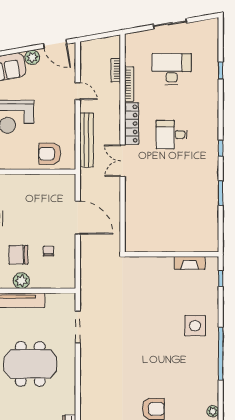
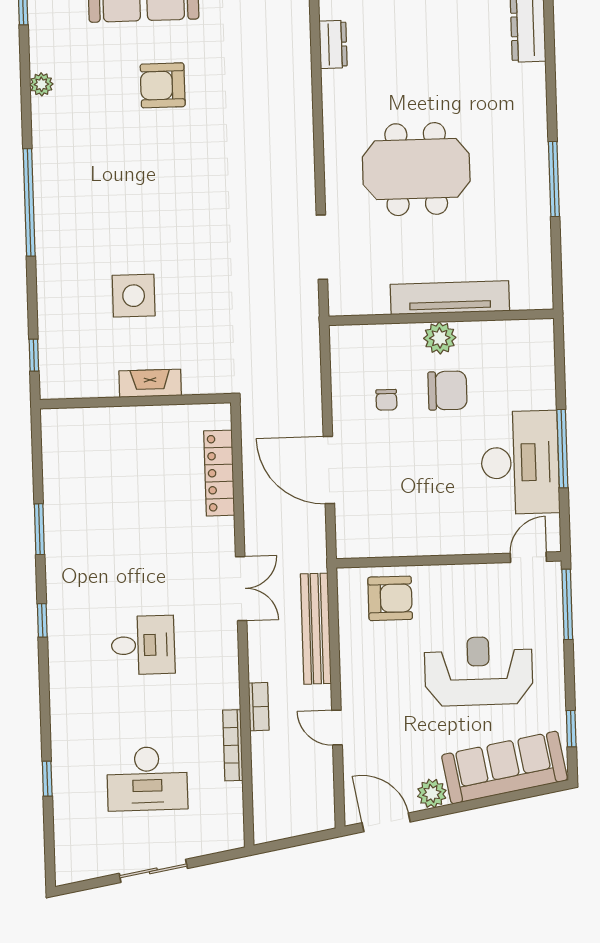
bookcase: (116, 70) -> (259, 707), moved
locker: (132, 124) -> (219, 473), moved
fireplace: (190, 263) -> (150, 383), moved
side table: (195, 326) -> (134, 296), moved

